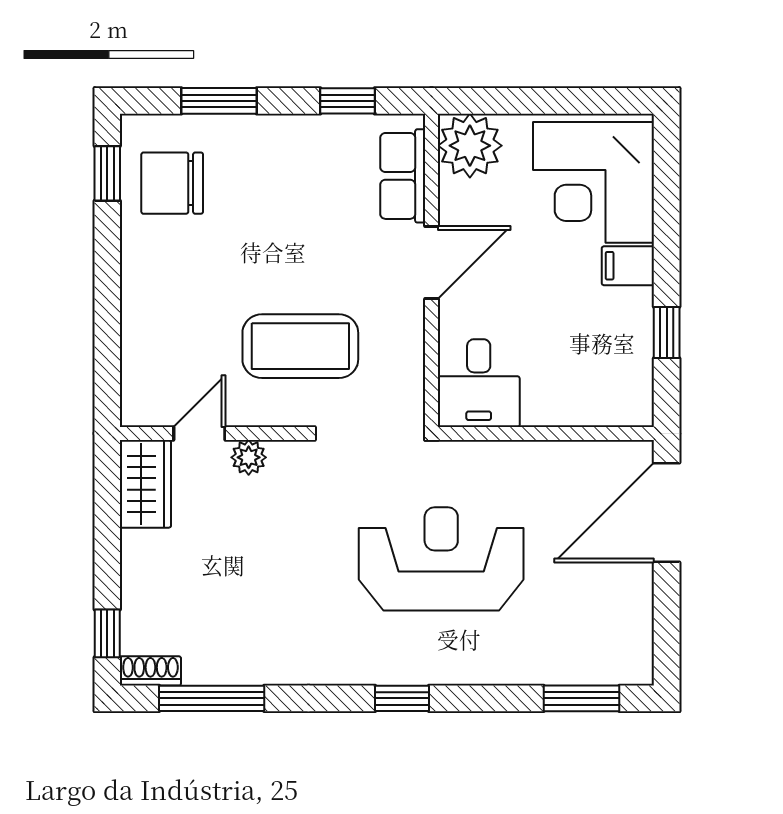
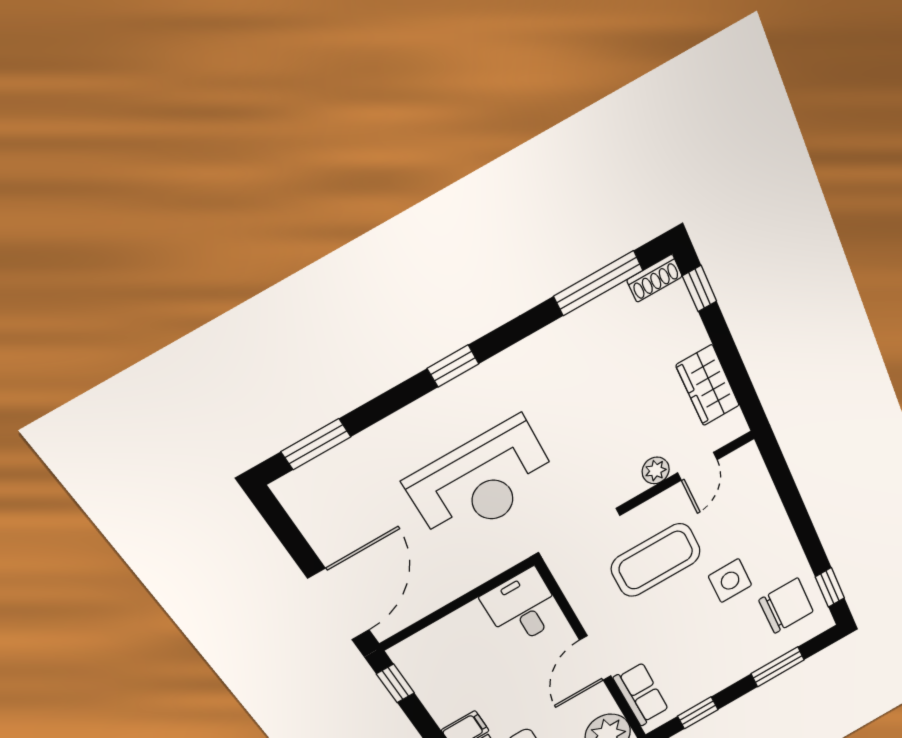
side table: (226, 263) -> (730, 581), added
window: (667, 333) -> (395, 683), moved
wardrobe: (145, 484) -> (708, 385), moved

